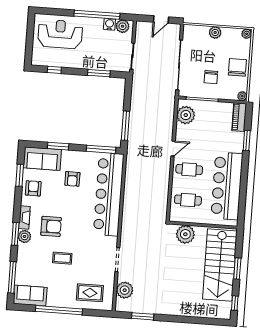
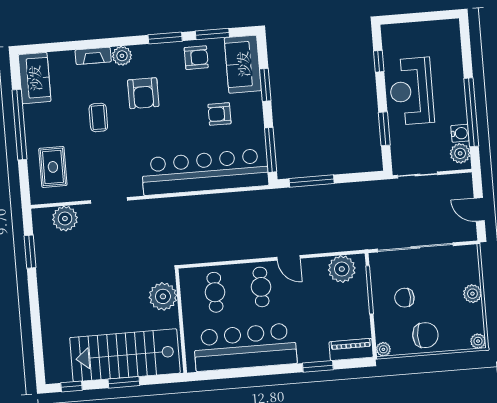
reception desk: (60, 34) -> (411, 91), moved, turned 180
fireplace: (24, 217) -> (93, 56), moved
window: (15, 234) -> (165, 38), moved
window: (12, 277) -> (58, 47), removed

